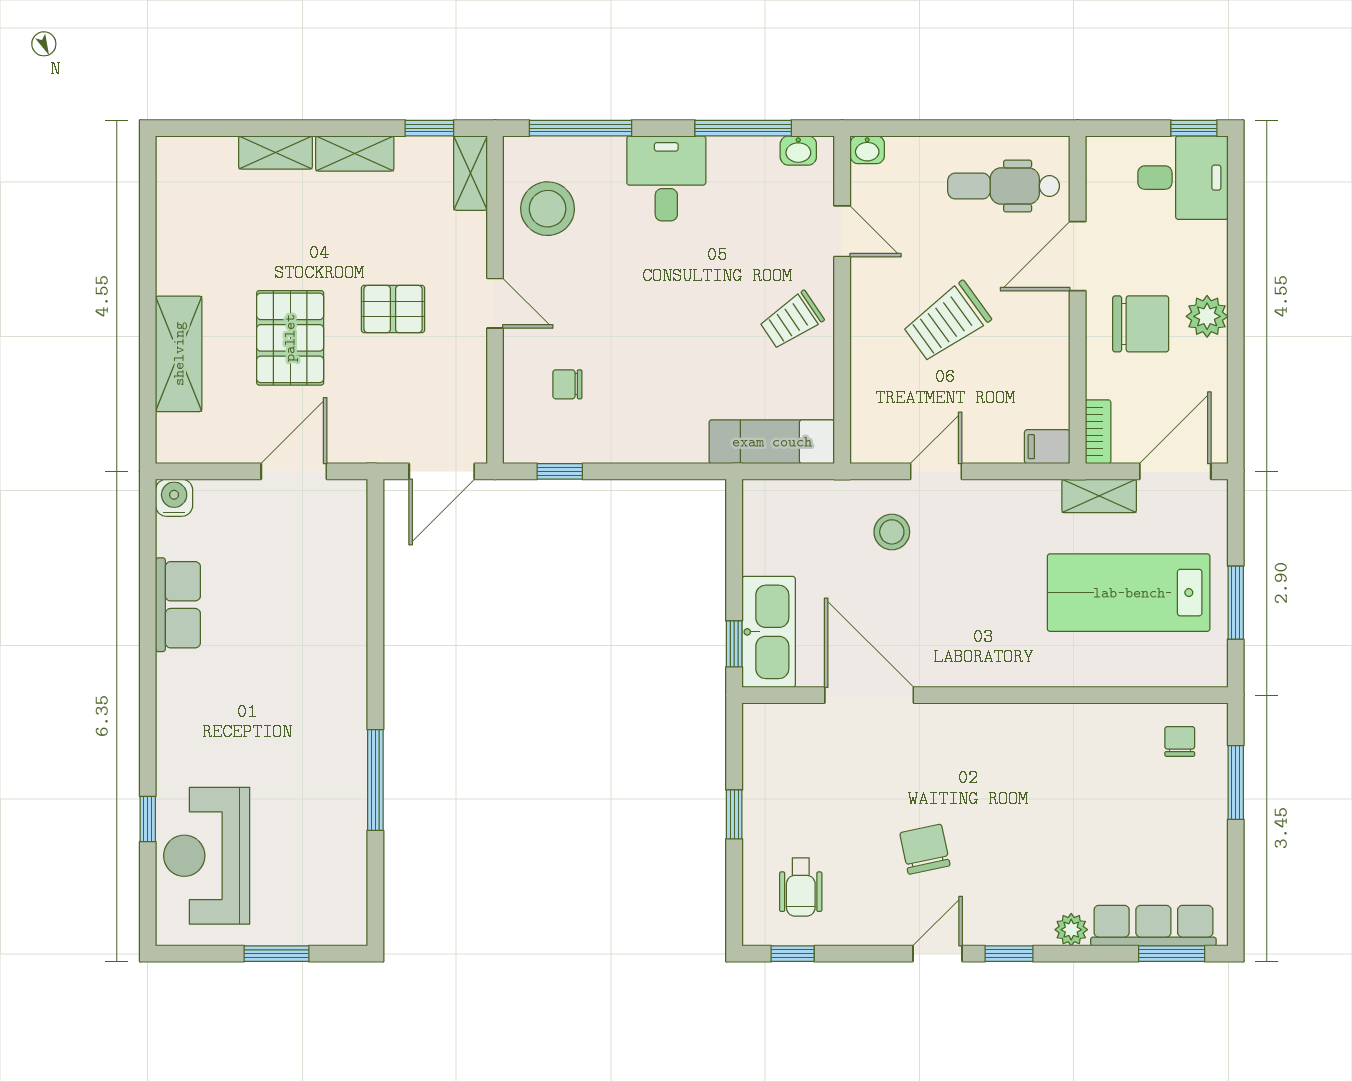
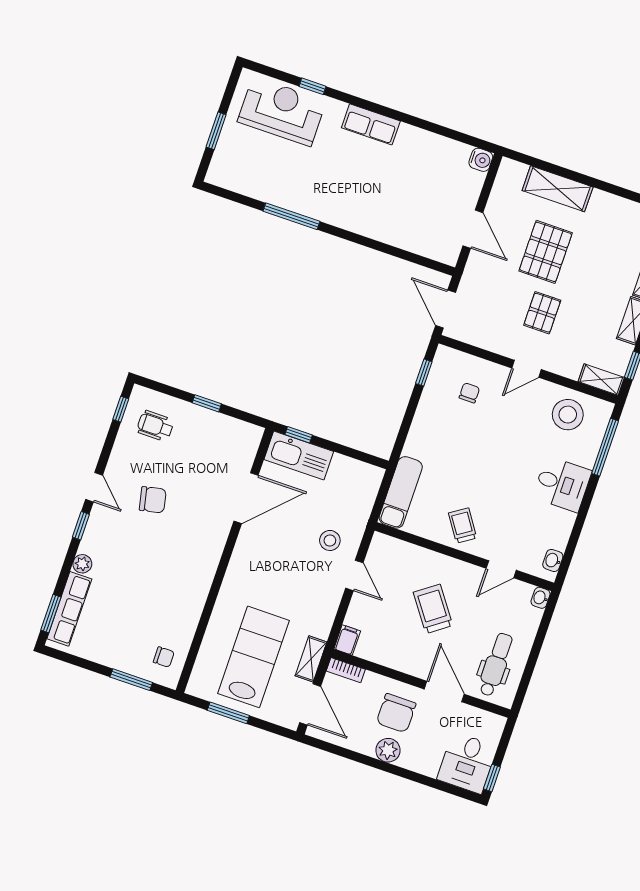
window: (743, 128) -> (575, 535), removed
pallet: (290, 338) -> (546, 252), turned 90
row of seats: (178, 605) -> (371, 124), moved

